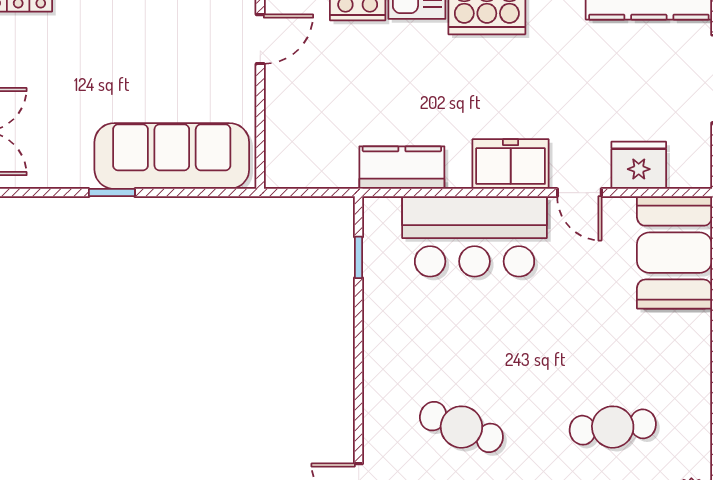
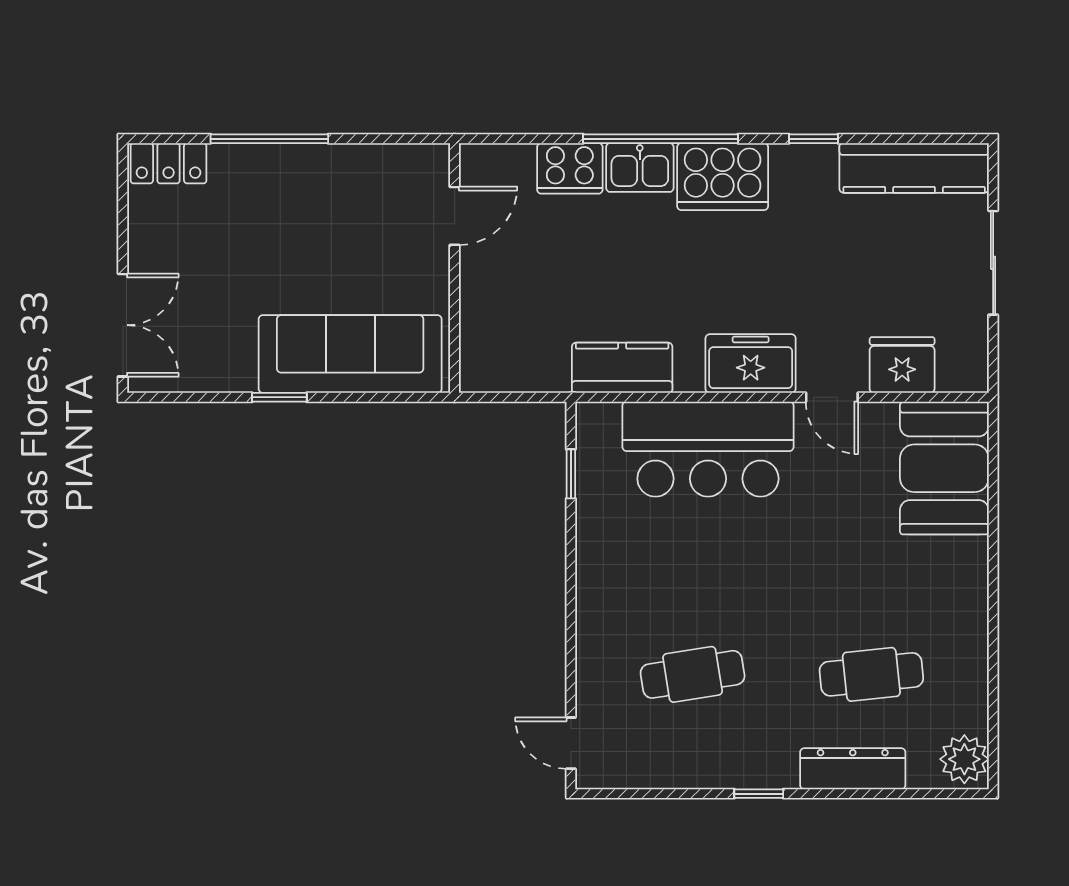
cafe table: (461, 427) -> (693, 674), turned -30

